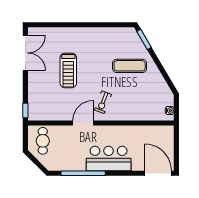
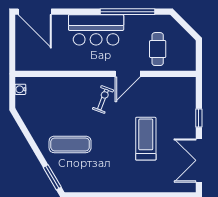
window: (25, 111) -> (199, 118), moved
cafe table: (43, 141) -> (158, 49), moved

